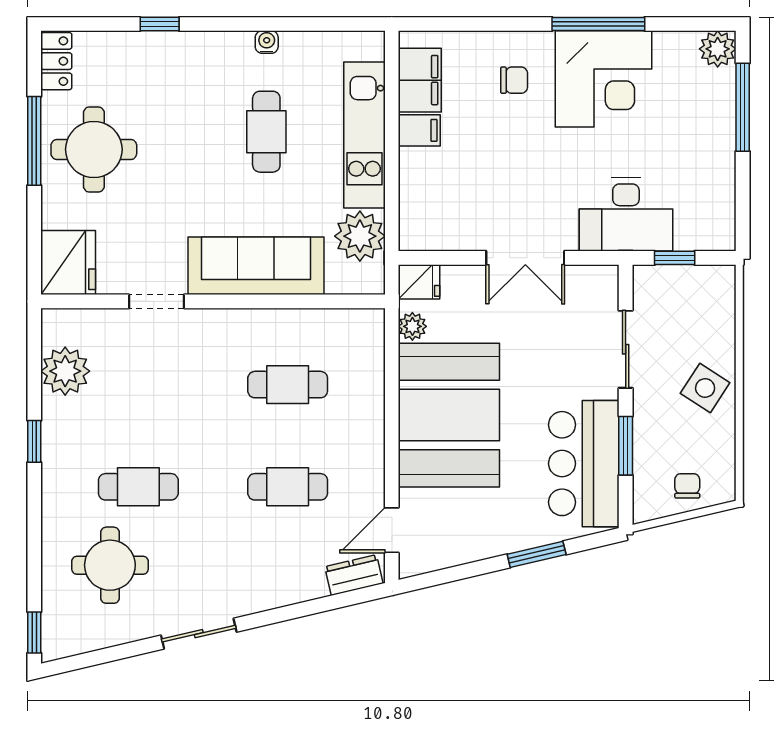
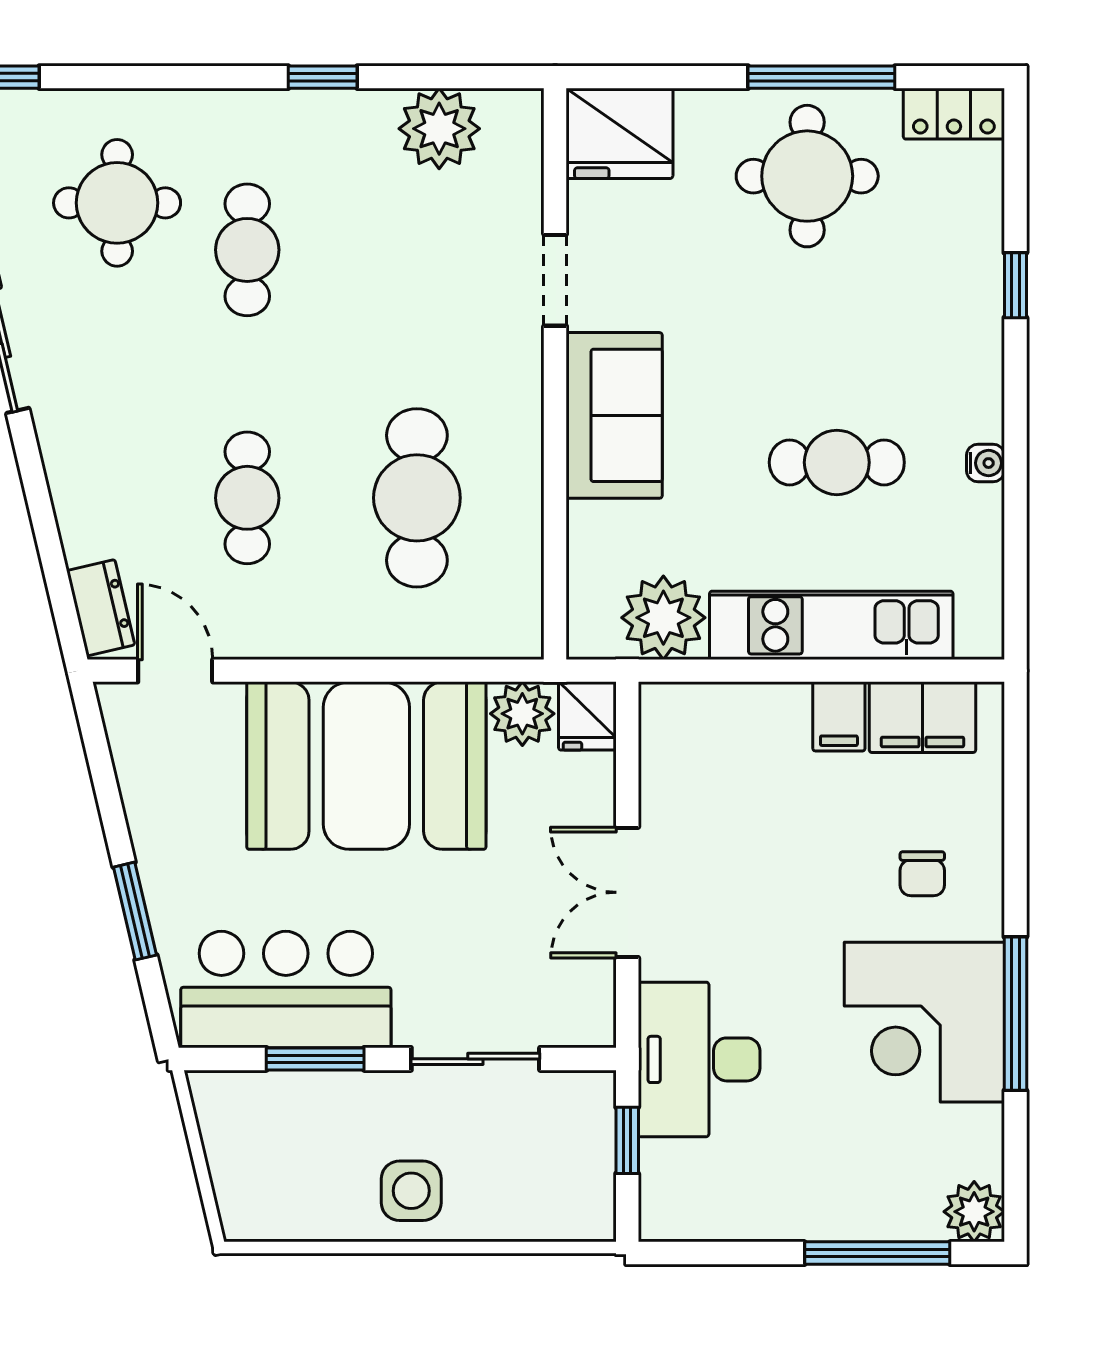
sofa: (256, 266) -> (614, 415), width x0.73
plant: (412, 326) -> (522, 714), width x1.38, depth x1.38
cafe table: (288, 385) -> (417, 498), width x1.37, depth x1.35
side table: (705, 388) -> (411, 1191), turned -33
chair: (687, 486) -> (249, 1161), removed

